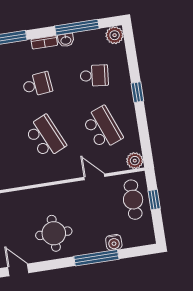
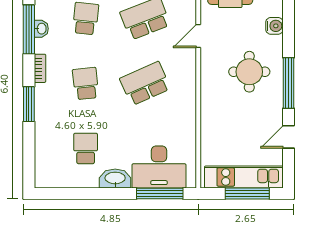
washbasin: (66, 40) -> (41, 29), moved
round table: (54, 233) -> (249, 72), moved
window: (96, 258) -> (288, 83), moved

